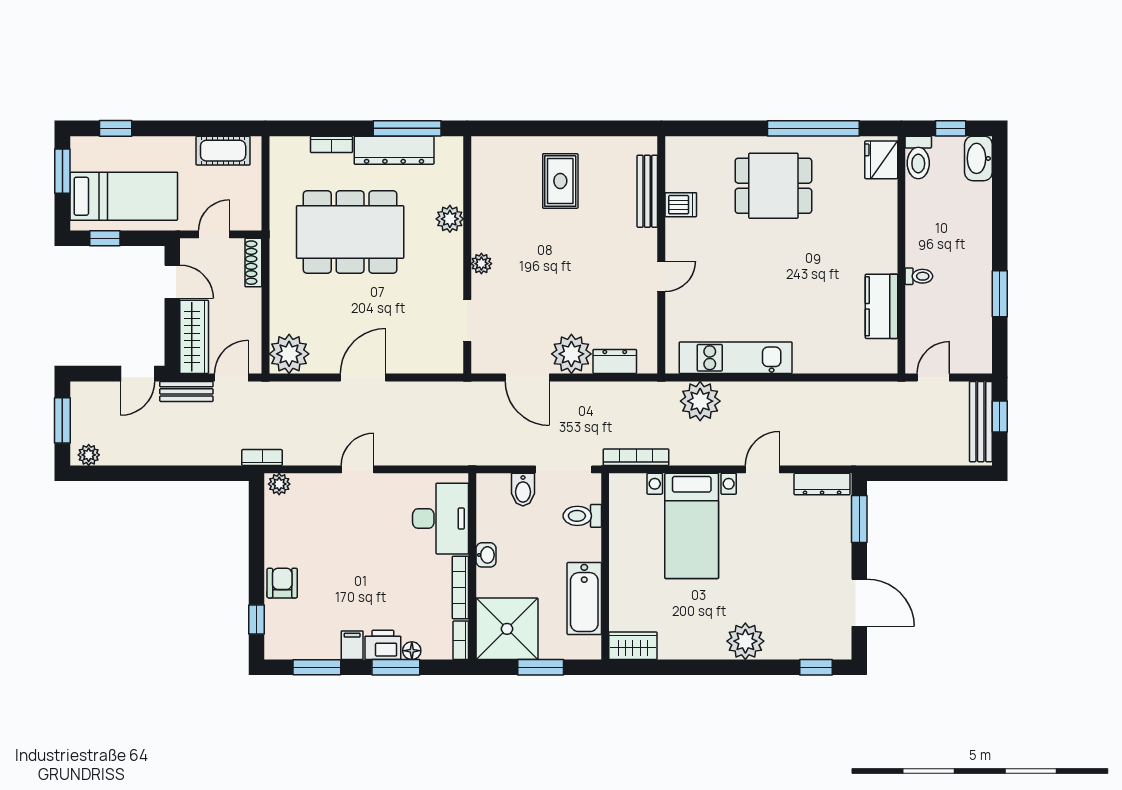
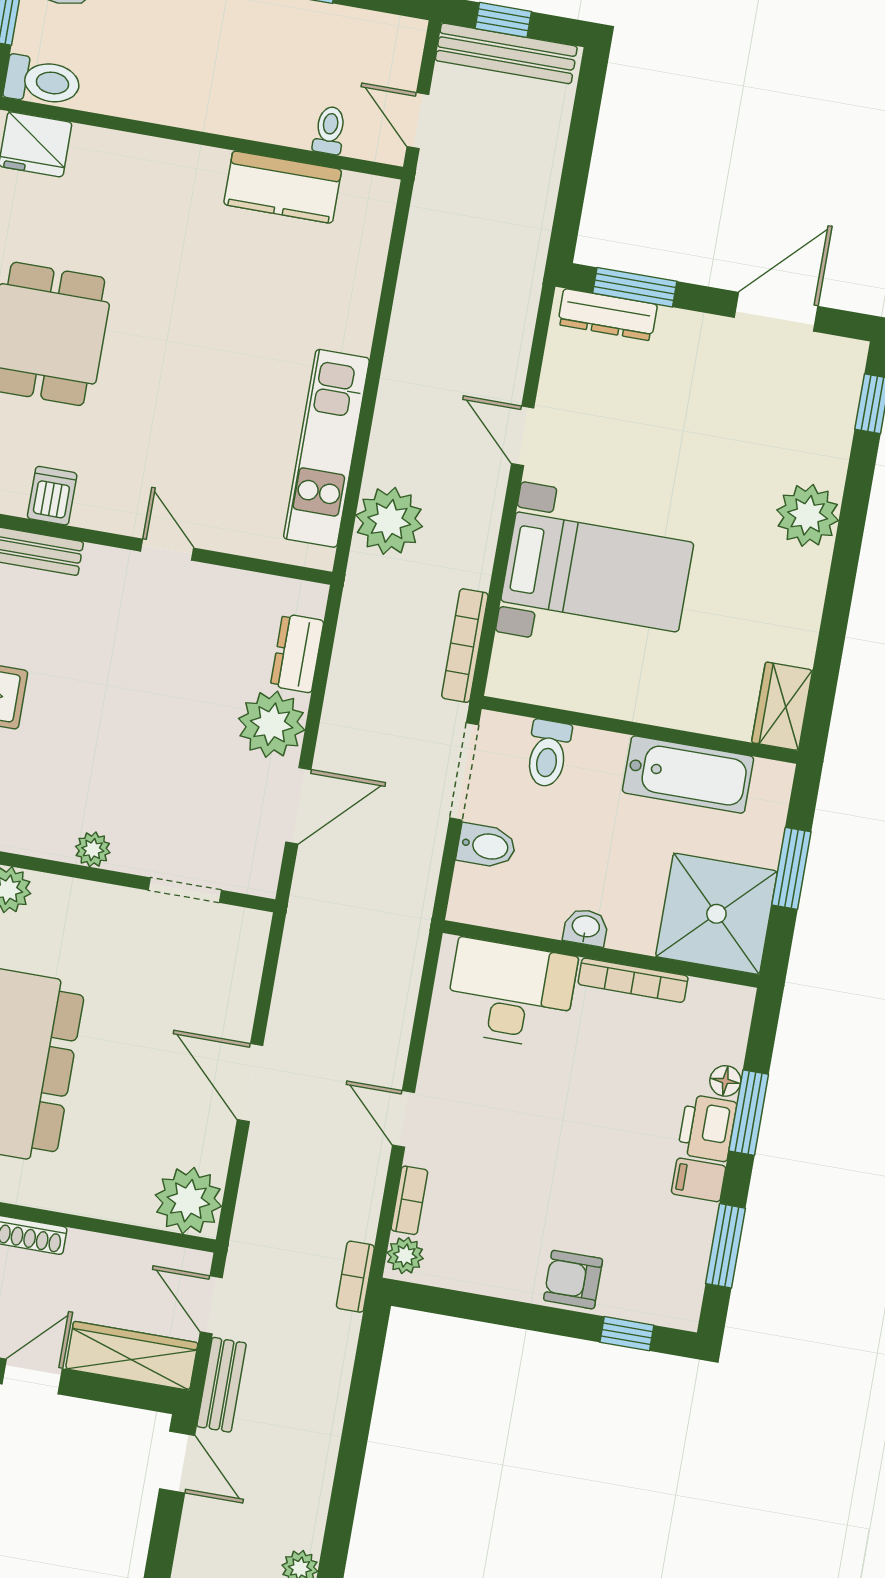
toilet: (919, 276) -> (330, 130), moved
dresser: (822, 484) -> (608, 315), moved, turned 90
bookcase: (461, 640) -> (409, 1200), moved, turned -90

